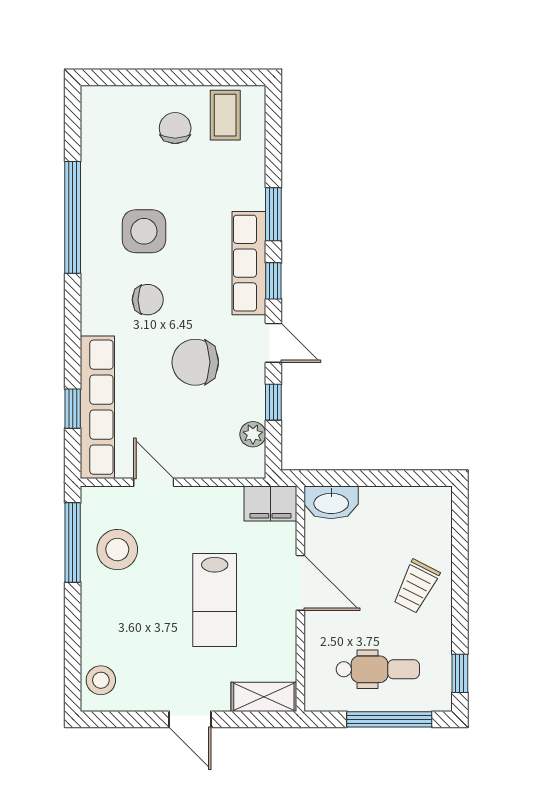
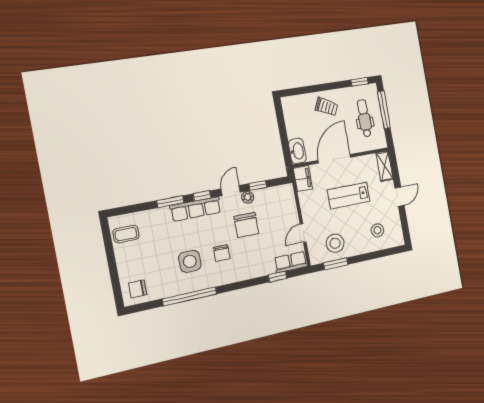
chair: (175, 128) -> (138, 289), moved
chair: (148, 300) -> (222, 253), turned 180
row of seats: (97, 407) -> (291, 262), width x0.50
plant: (253, 434) -> (248, 197), moved
window: (73, 542) -> (336, 264), width x0.69
door: (300, 583) -> (334, 159), width x1.36
lab bench: (215, 600) -> (349, 196), turned 180
stool: (101, 680) -> (377, 230), moved

